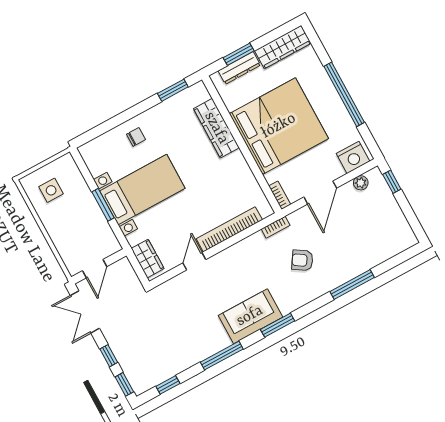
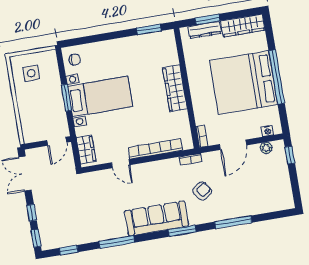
bed: (279, 126) -> (243, 83), moved, turned 180
wardrobe: (216, 128) -> (175, 88), moved
chair: (136, 137) -> (75, 60), moved
nightstand: (353, 157) -> (268, 131), width x0.53, depth x0.56
armchair: (302, 260) -> (202, 191), turned 111
door: (194, 261) -> (121, 164), swing flipped
door: (95, 269) -> (57, 141), moved
sofa: (250, 316) -> (157, 218), width x1.36
window: (278, 325) -> (182, 231), moved

